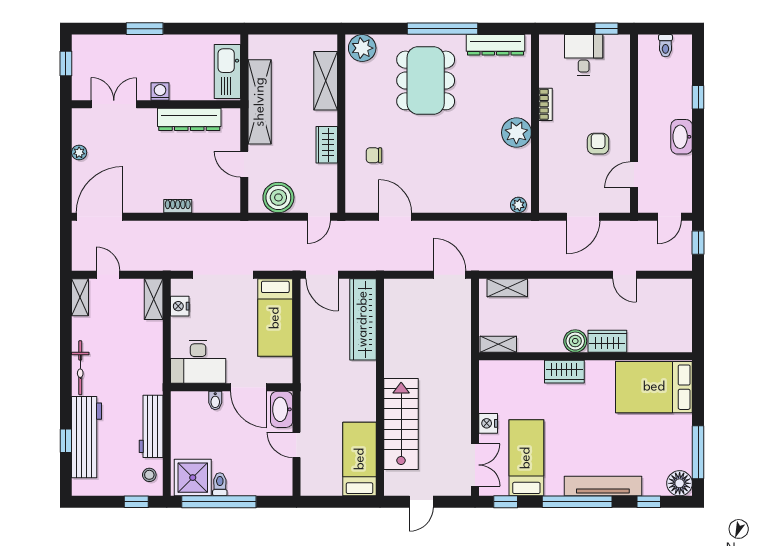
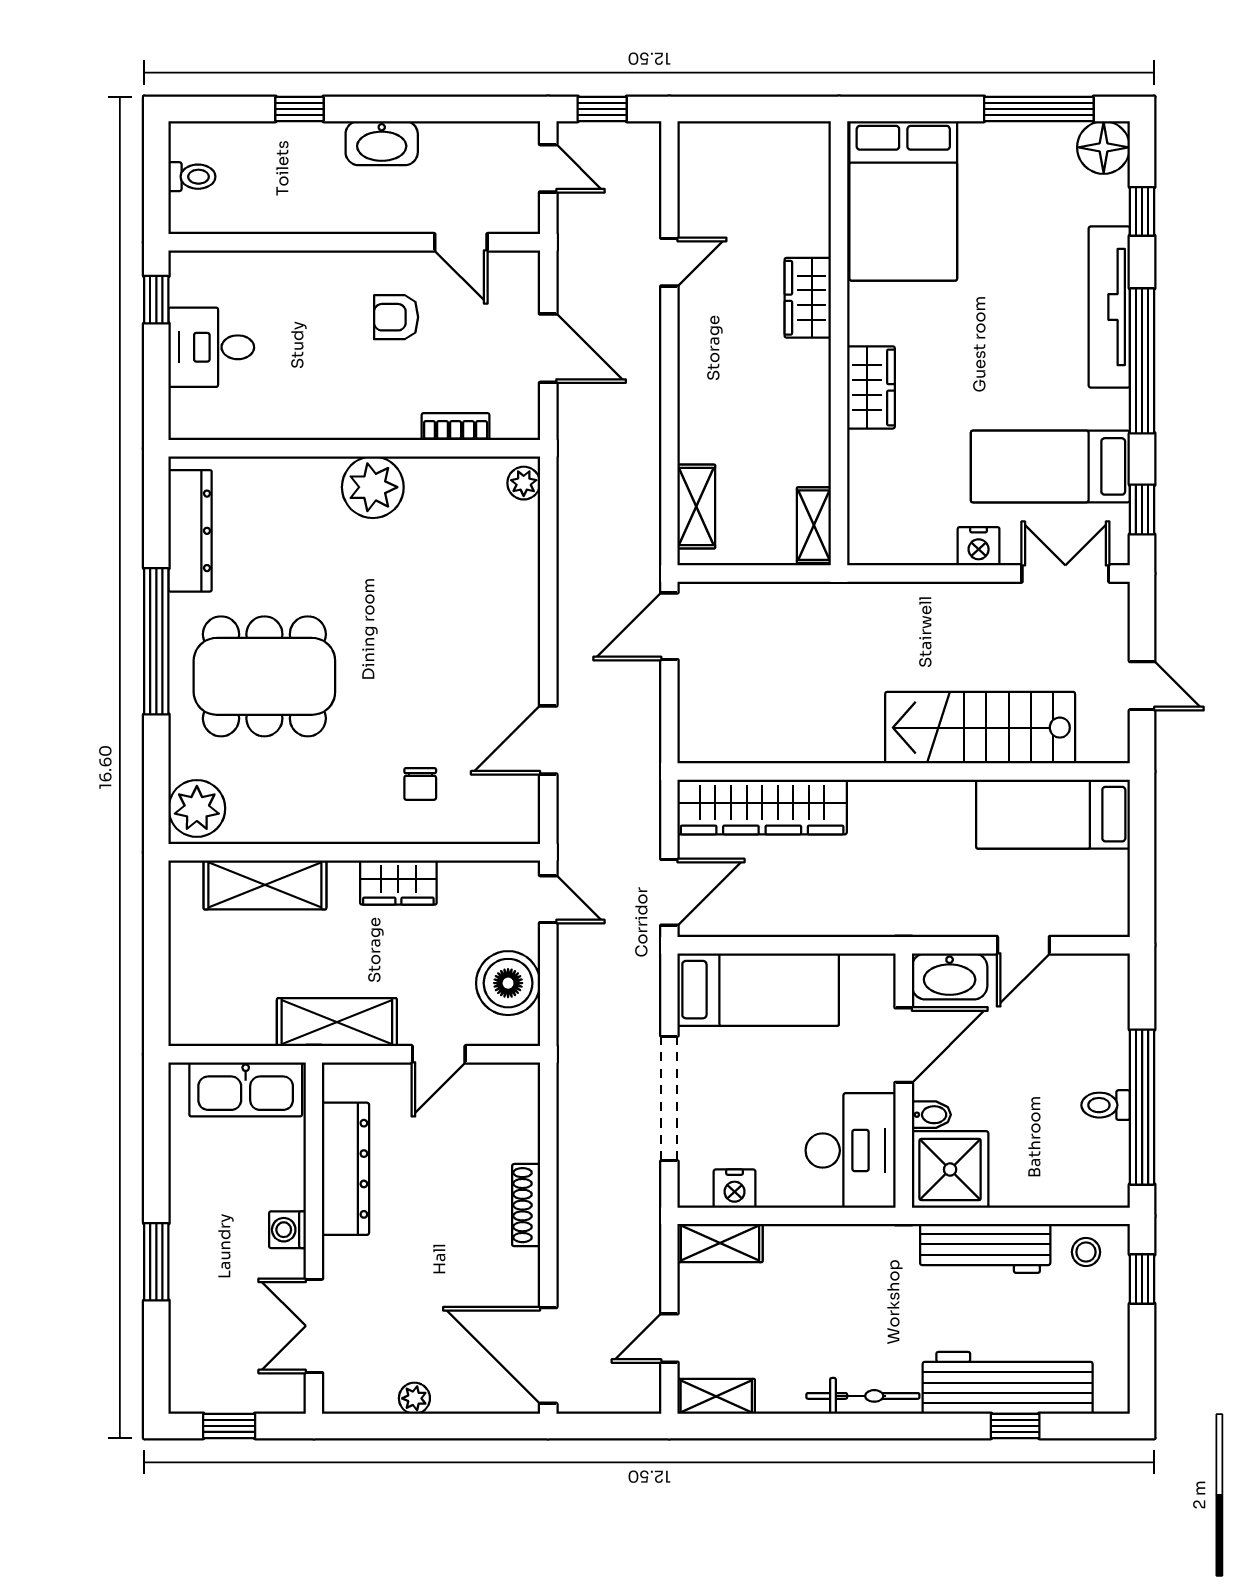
shelving: (260, 102) -> (337, 1022), width x0.68
bookcase: (546, 104) -> (456, 427), moved
shoe rack: (178, 206) -> (526, 1205), width x1.43
boiler: (575, 341) -> (807, 365), removed
shower: (193, 478) -> (950, 1169), moved

